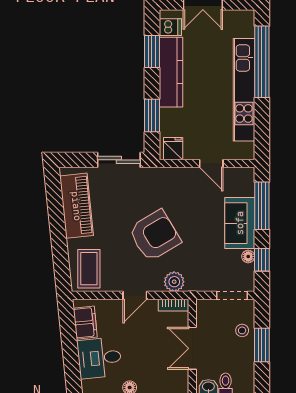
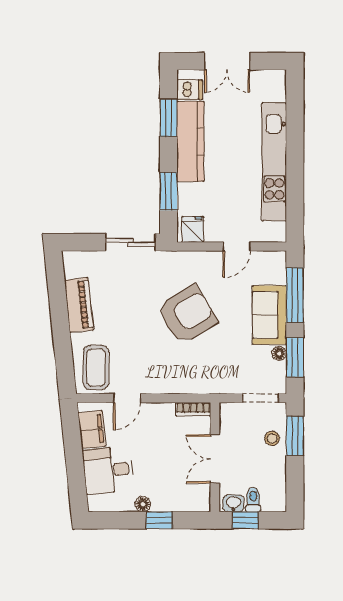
window: (262, 62) -> (295, 129), removed
door: (211, 164) -> (237, 247), hinge flipped
piano: (76, 206) -> (79, 305), width x0.73, depth x0.75
armchair: (155, 236) -> (187, 315), moved
window: (262, 260) -> (295, 357), width x1.50
plant: (174, 282) -> (194, 382), removed
door: (135, 295) -> (127, 398), moved
window: (262, 345) -> (295, 436), moved

